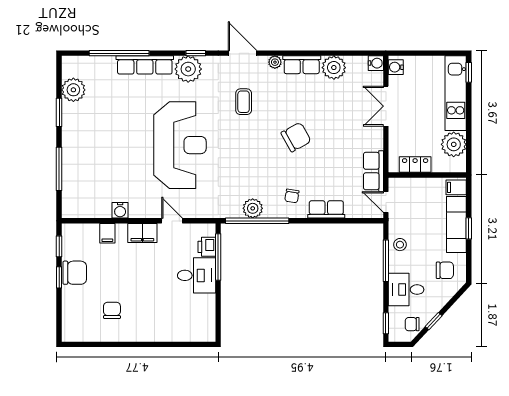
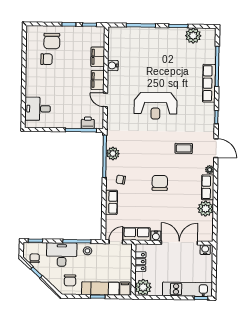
door: (243, 53) -> (216, 148), hinge flipped
water cooler: (376, 63) -> (156, 236), moved
plant: (188, 69) -> (206, 112), removed
double door: (386, 106) -> (179, 243), width x1.37
chair: (296, 137) -> (160, 183), turned -151
plant: (454, 144) -> (143, 287), moved
reception desk: (180, 145) -> (156, 106), width x0.74, depth x0.77
door: (172, 221) -> (105, 100), swing flipped
filing cabinet: (107, 233) -> (98, 57), width x2.00
chair: (75, 273) -> (52, 41), moved
desk: (197, 275) -> (38, 109), moved, turned 90
desk: (406, 290) -> (62, 255), width x1.37

